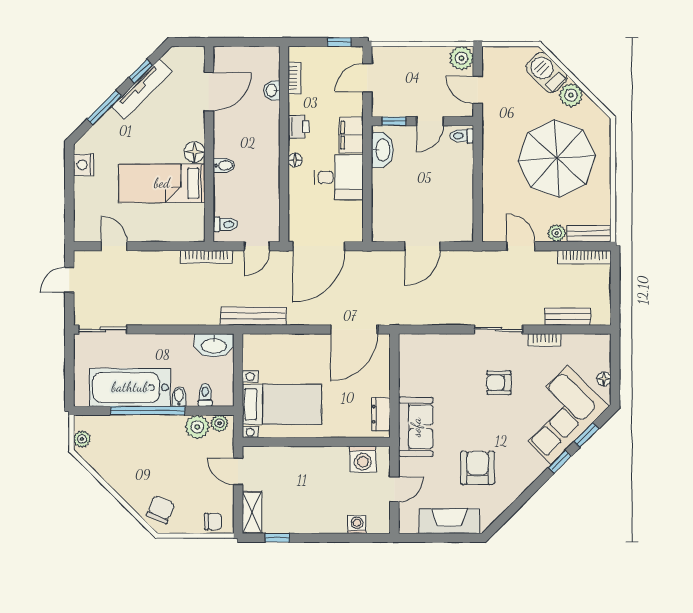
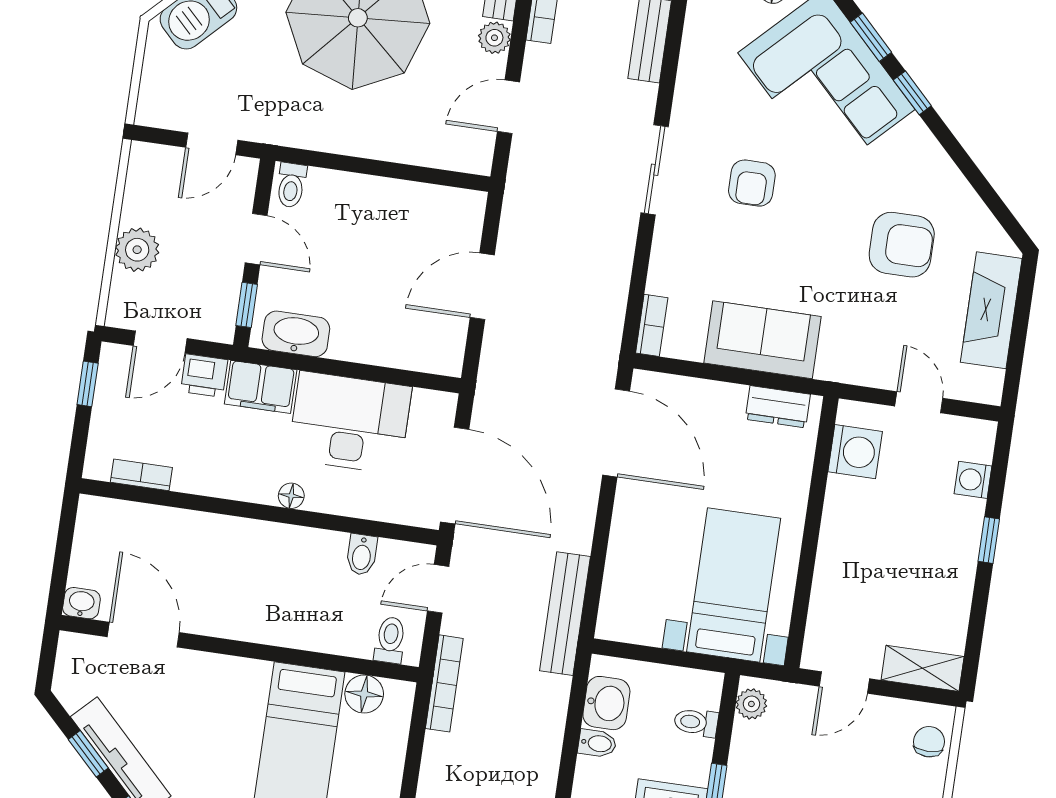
plant: (462, 58) -> (137, 250), moved
door: (367, 78) -> (160, 342), hinge flipped
washbasin: (272, 90) -> (81, 603), moved, turned 180
printer: (299, 127) -> (204, 376), moved, turned 180
floor lamp: (194, 152) -> (364, 694), moved
bidet: (224, 165) -> (362, 555), moved, turned 180
desk: (339, 177) -> (350, 423), width x1.37
door: (257, 246) -> (438, 589), swing flipped
door: (422, 246) -> (482, 286), swing flipped
bookcase: (545, 340) -> (652, 325), moved
washbasin: (214, 345) -> (606, 703), width x0.72
bidet: (179, 397) -> (597, 743), moved, turned 180
plant: (197, 427) -> (752, 745), removed
sofa: (416, 427) -> (763, 340), moved
armchair: (478, 468) -> (902, 245), turned 180
window: (277, 538) -> (989, 540), moved

